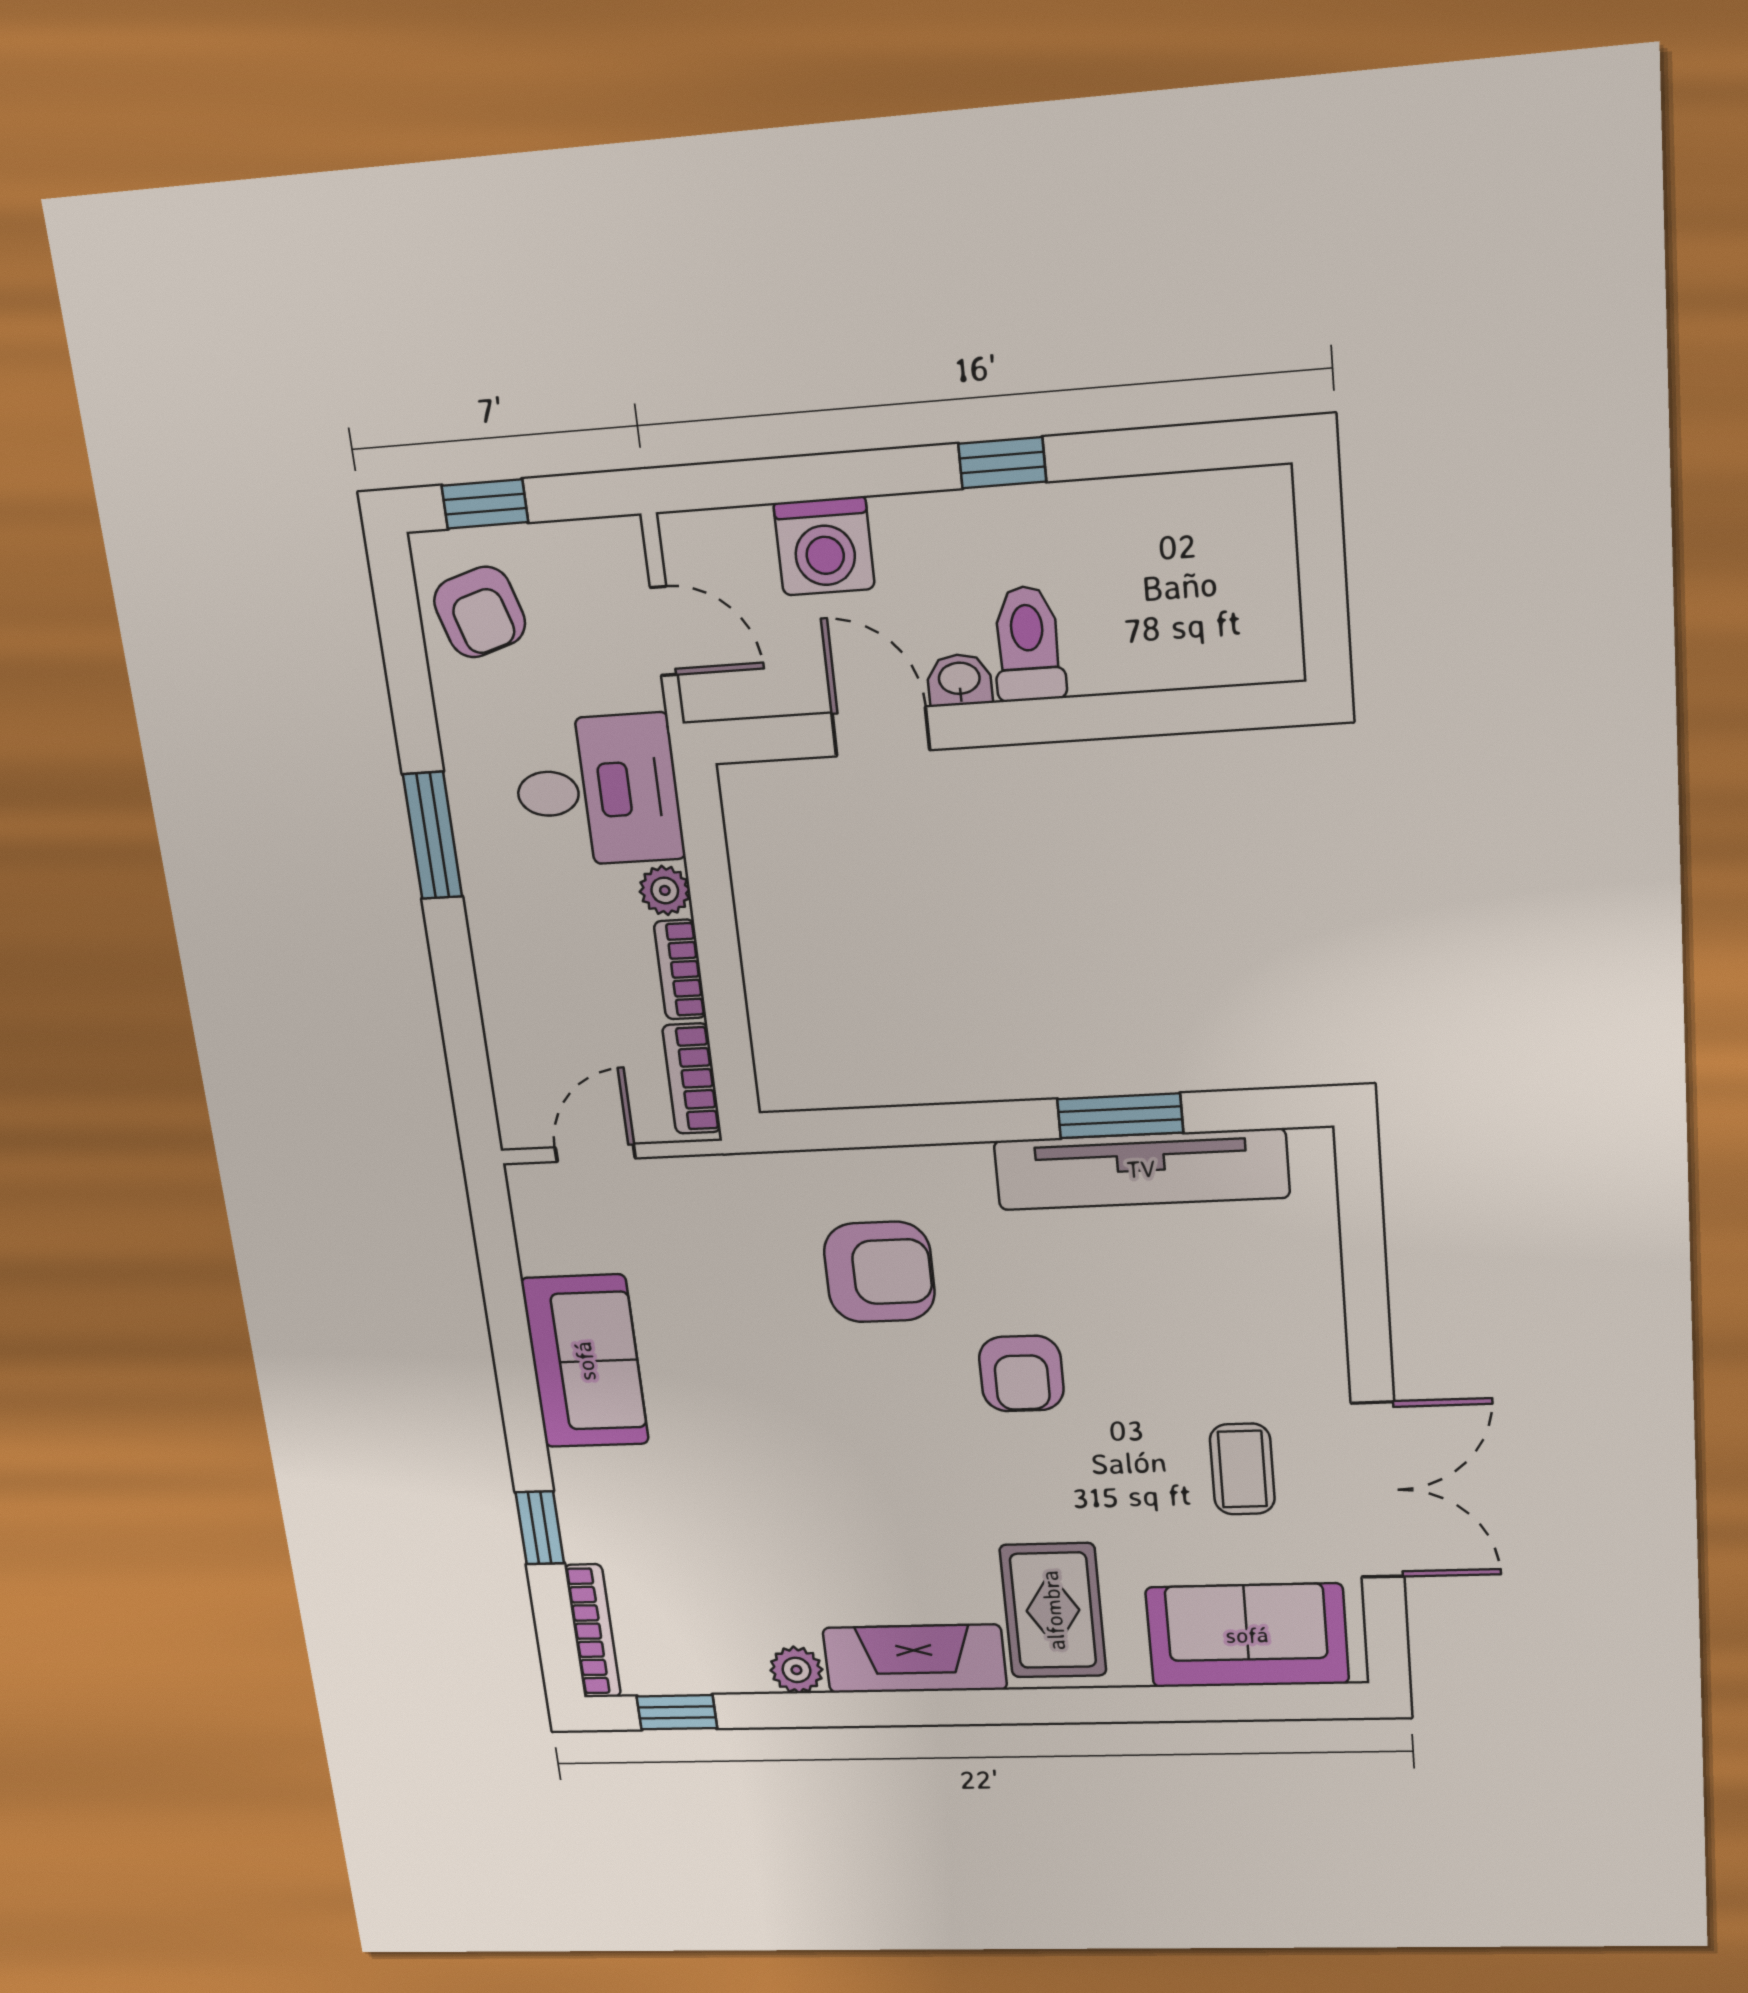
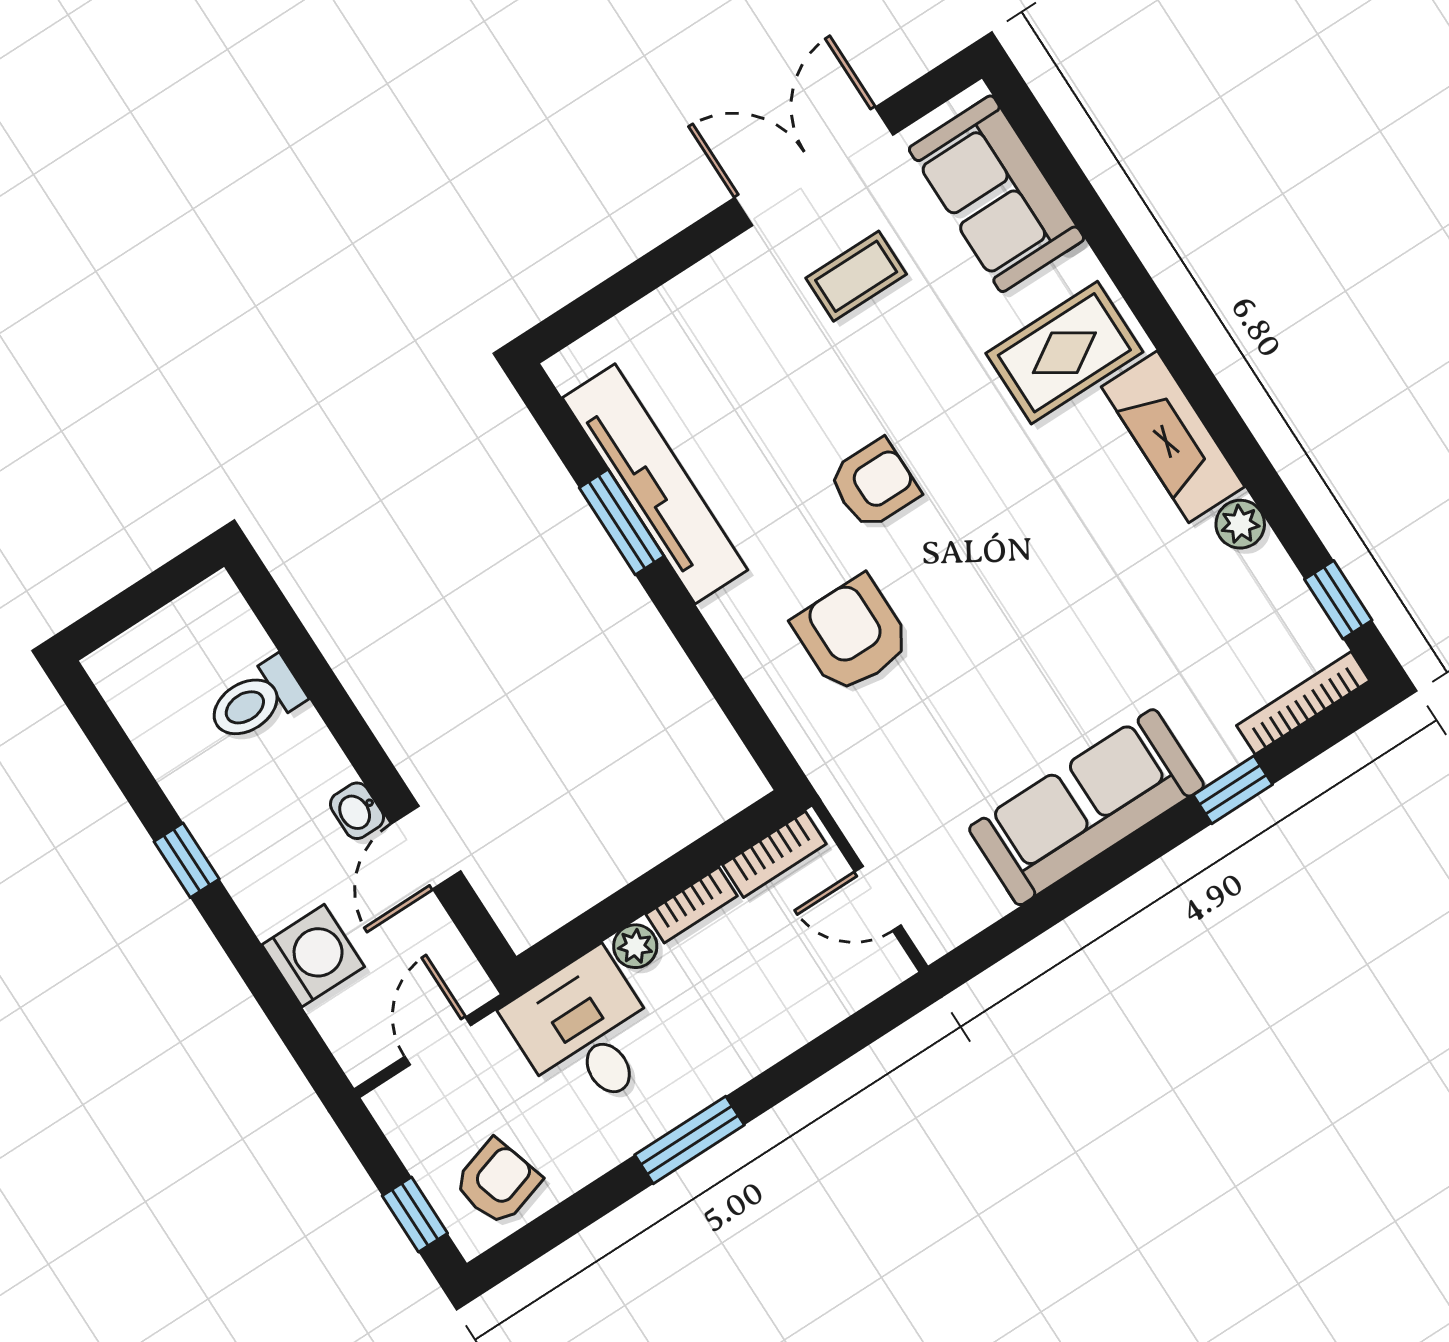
toilet: (1028, 644) -> (256, 700), moved
sofa: (585, 1361) -> (1086, 807), width x1.36

